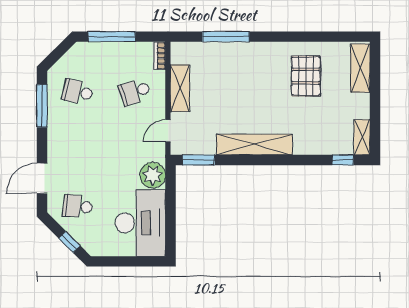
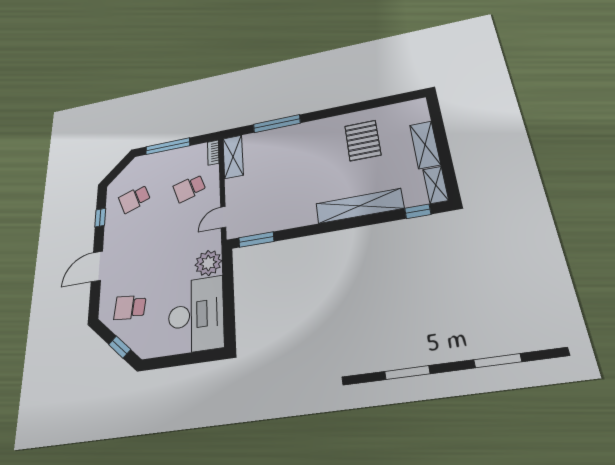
shelving: (360, 68) -> (425, 145), moved
shelving: (180, 88) -> (233, 157), moved
school desk: (78, 92) -> (135, 199), turned -33
window: (42, 106) -> (100, 218), width x0.46
shelving: (254, 145) -> (359, 206), moved
door: (42, 178) -> (97, 266), moved

